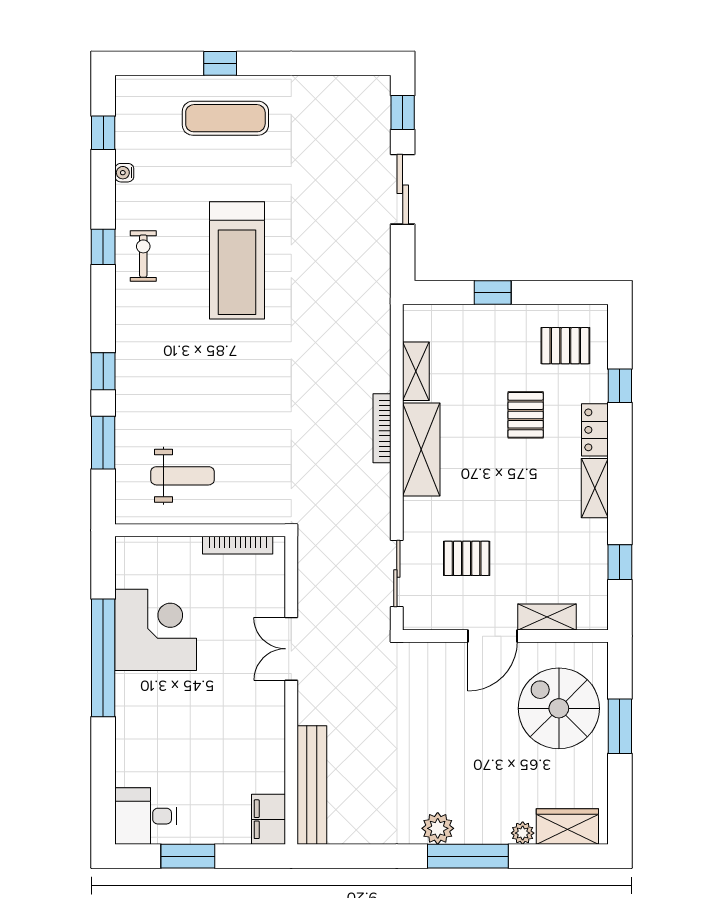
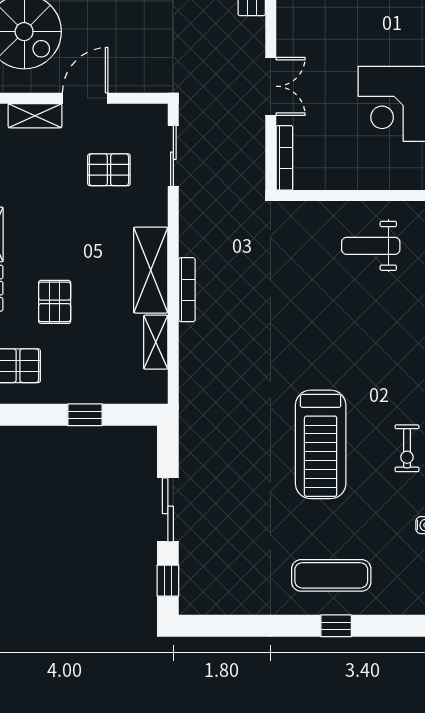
treadmill: (237, 260) -> (321, 444), turned 180
bookcase: (238, 545) -> (284, 158), moved, turned 90

